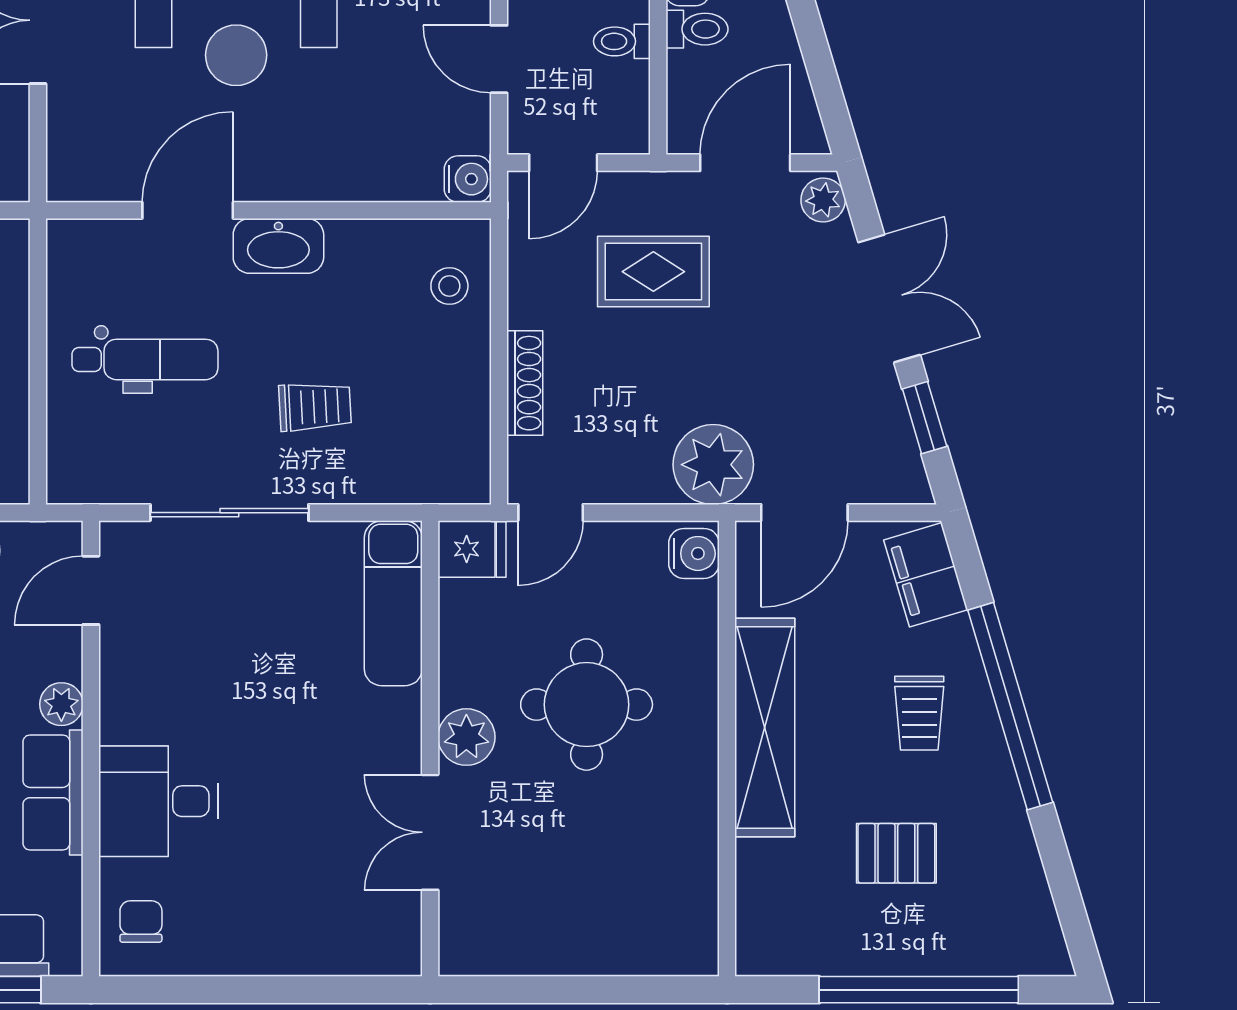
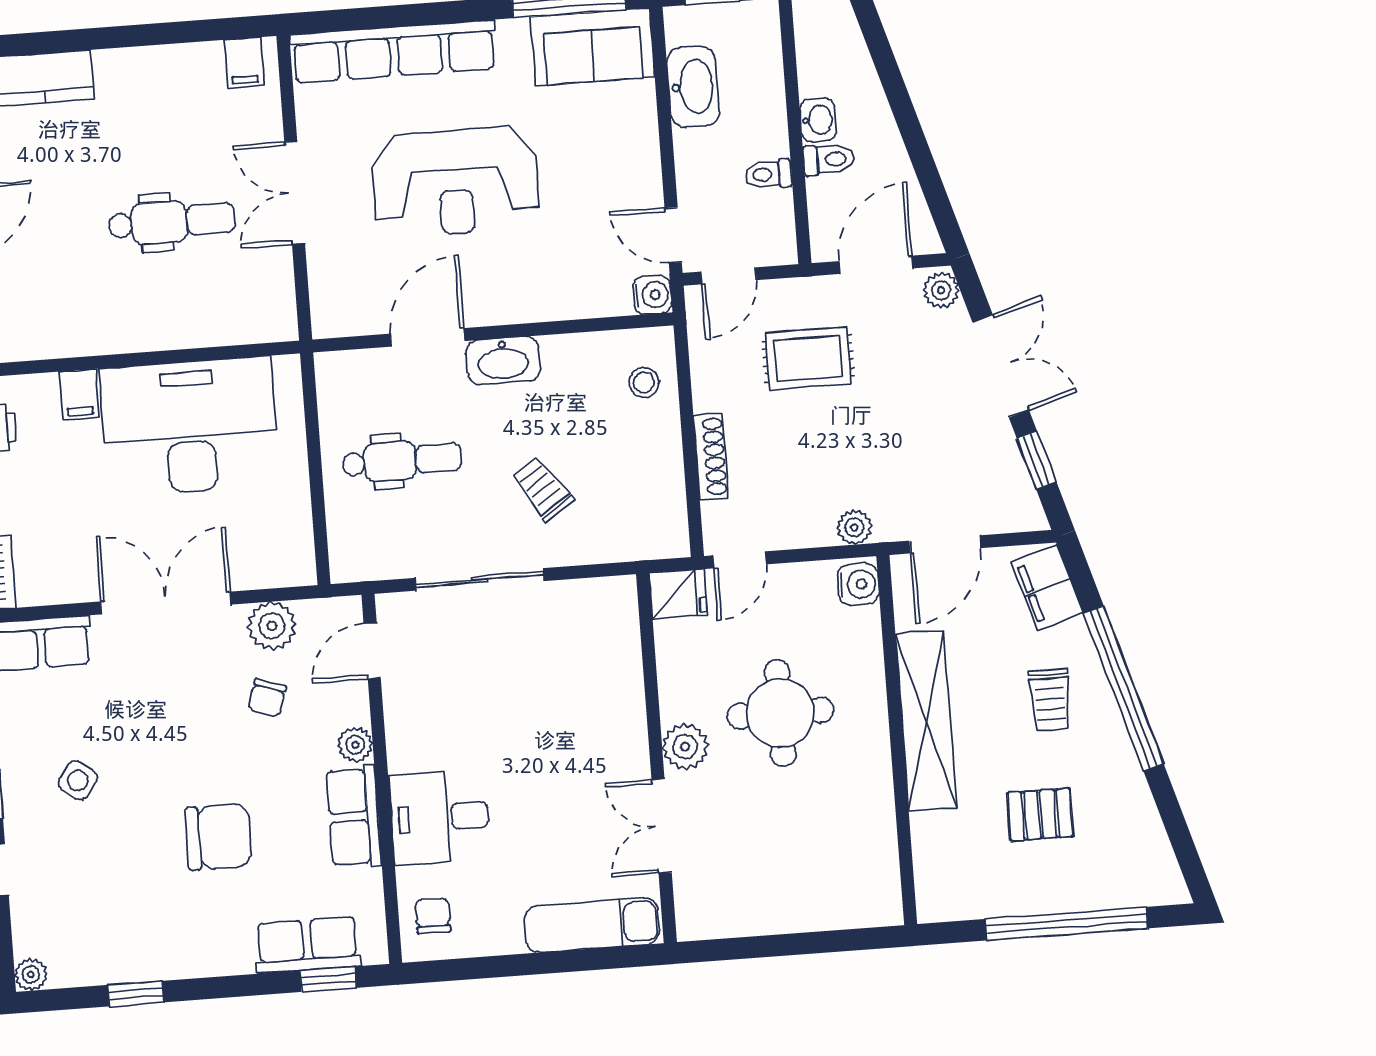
door: (499, 59) -> (673, 235), moved
trolley: (315, 407) -> (542, 488), turned -121
plant: (713, 465) -> (854, 527), width x0.53, depth x0.53
exam couch: (393, 603) -> (592, 925), moved, turned 90

